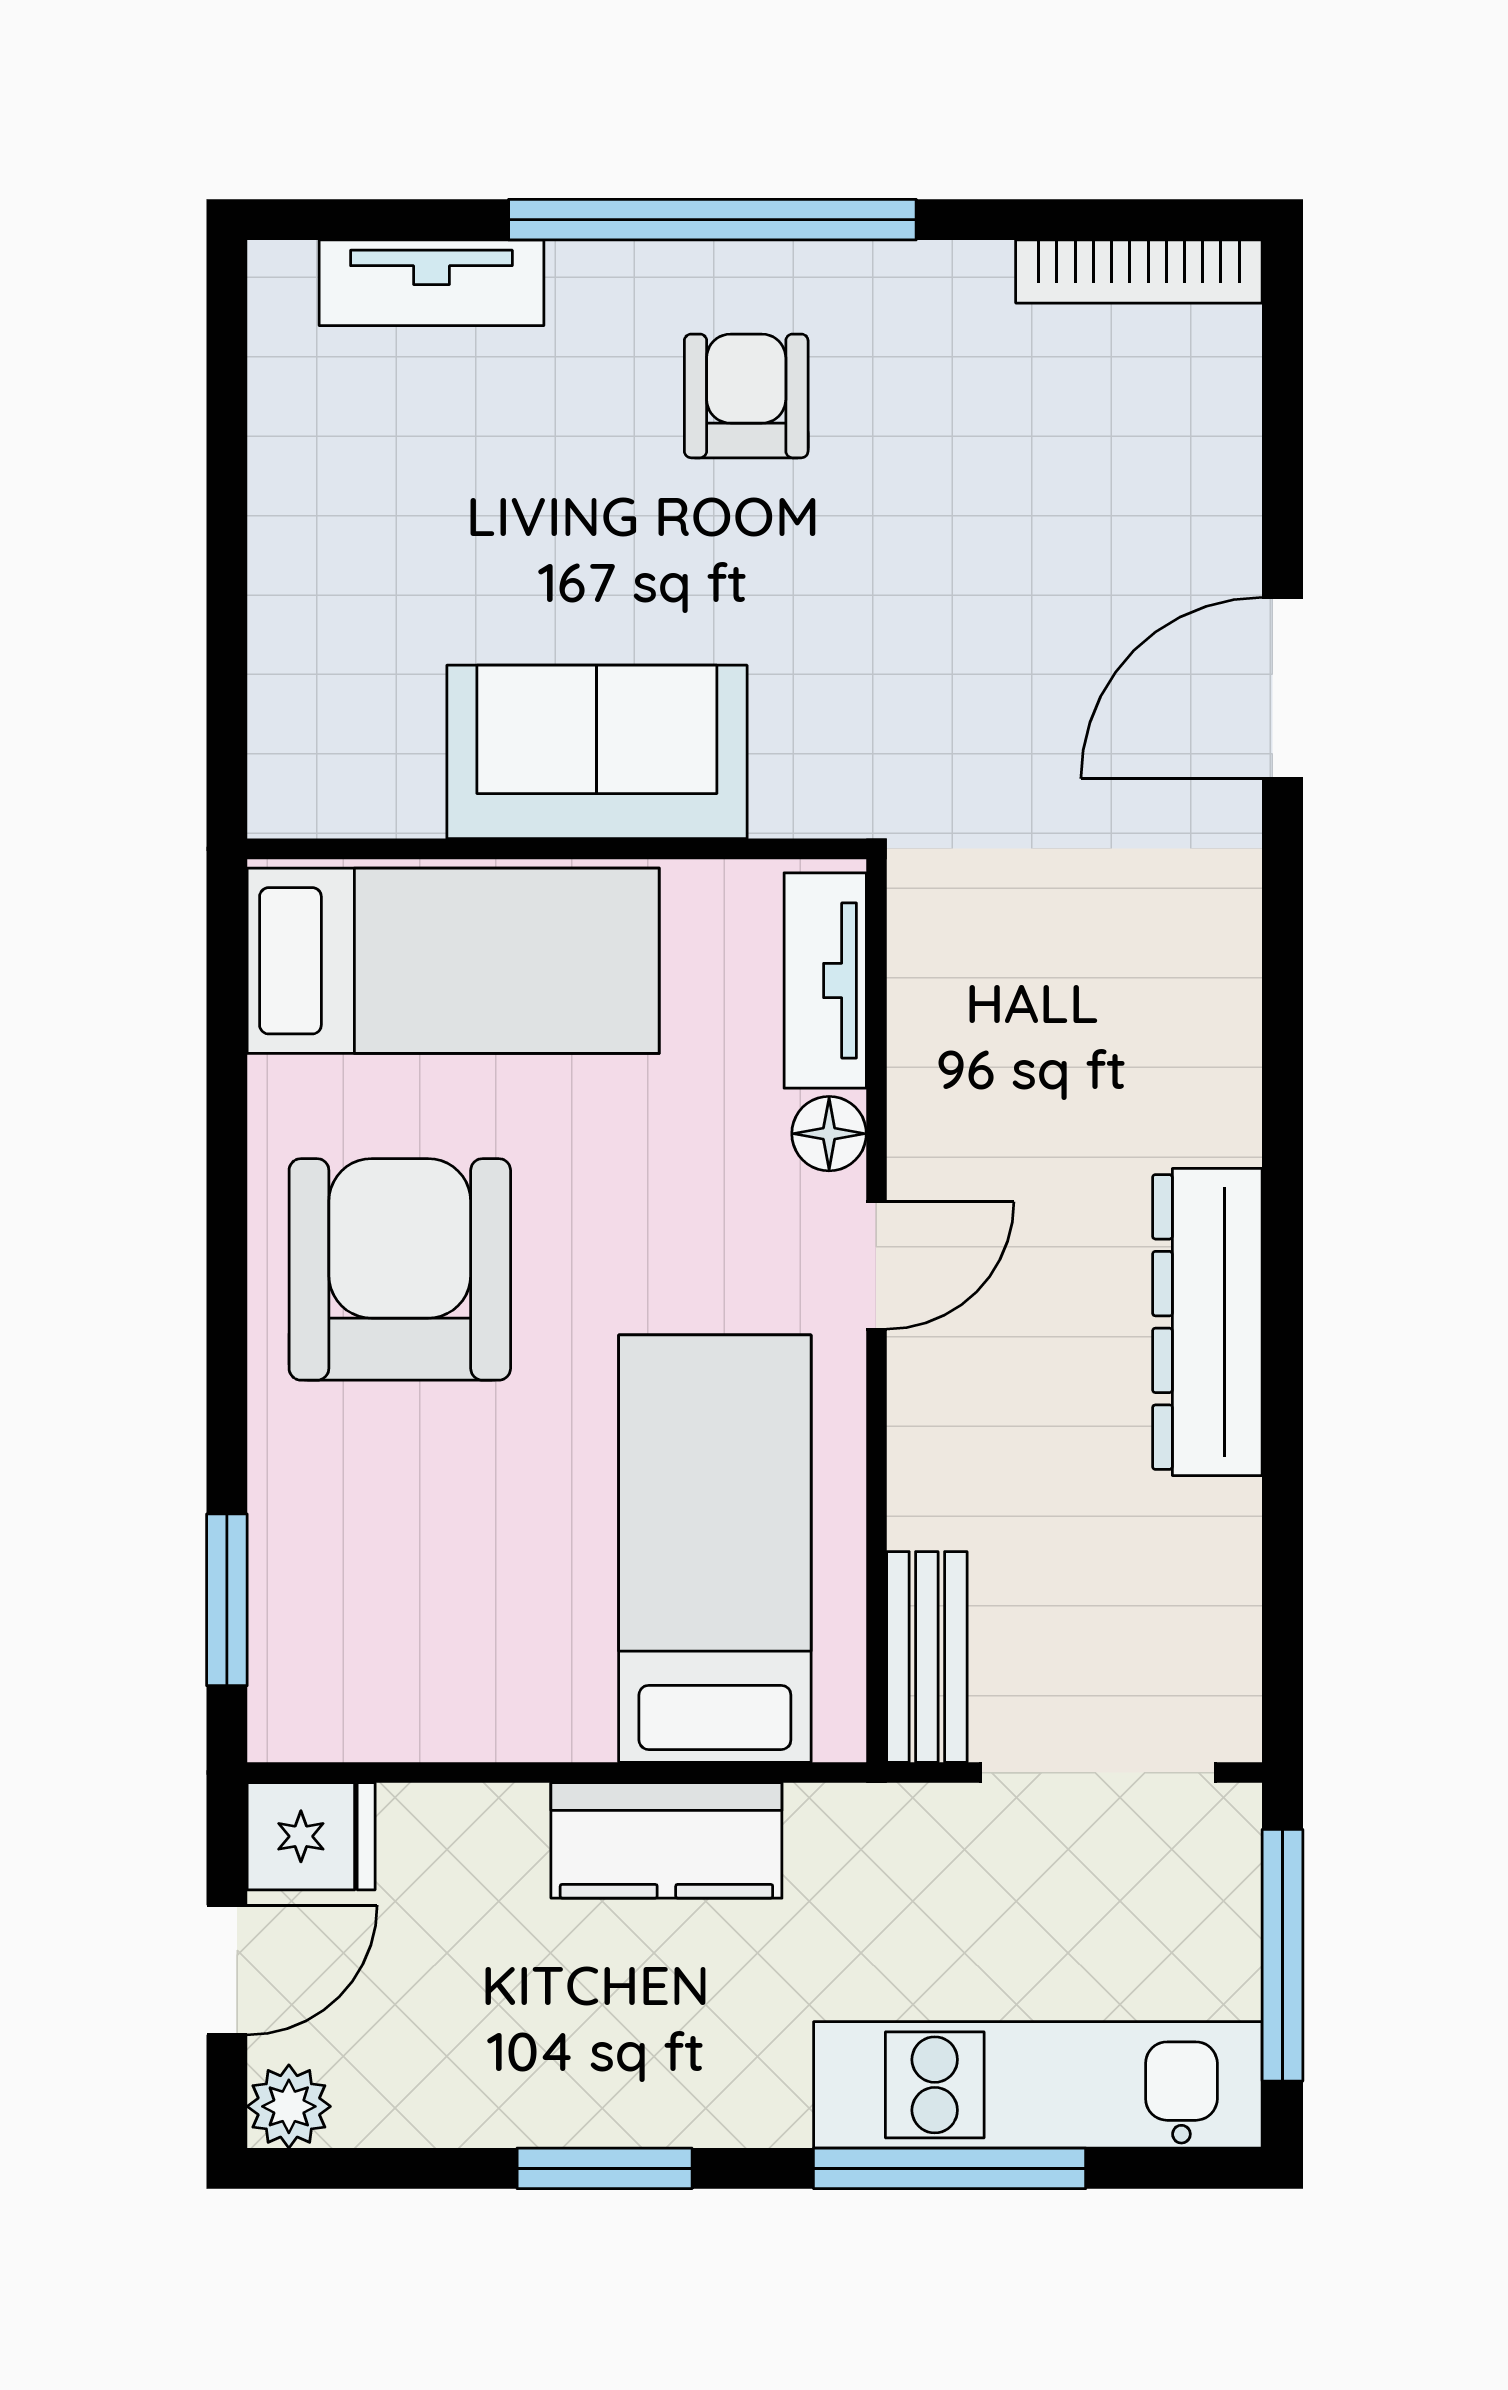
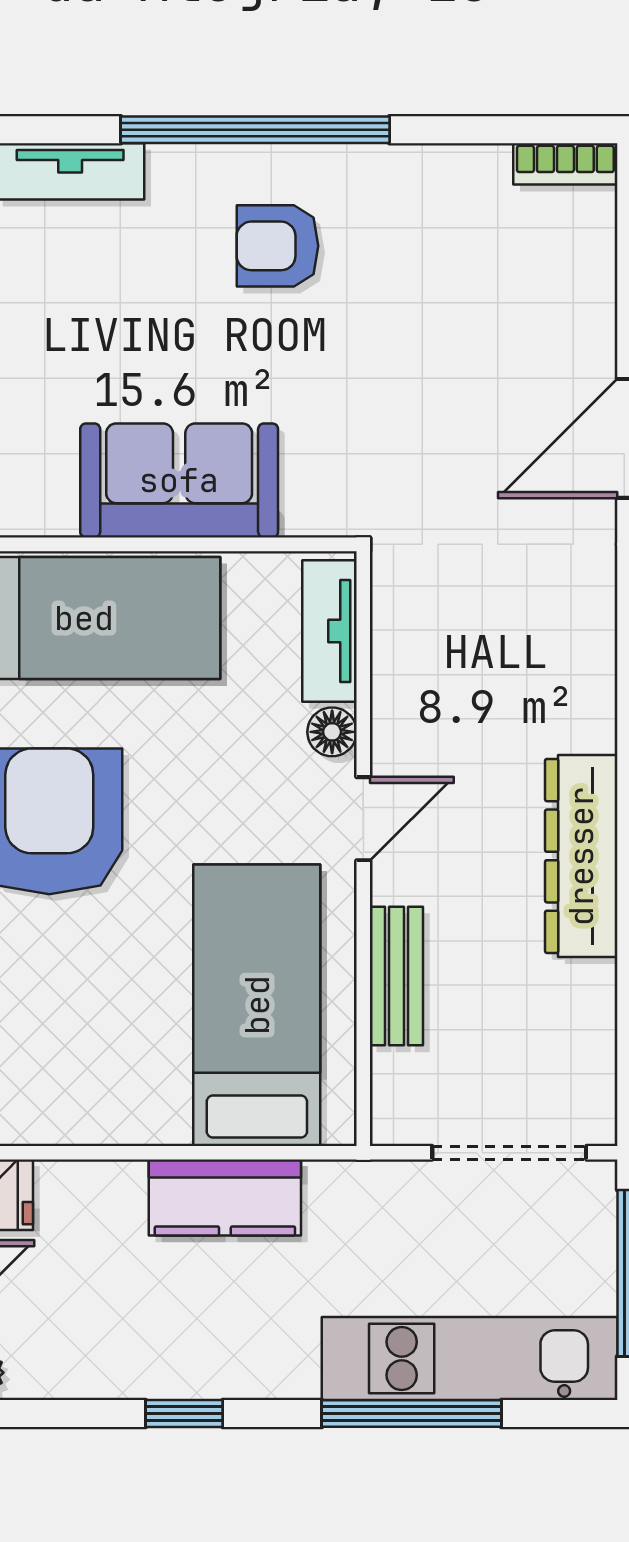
bookcase: (1139, 271) -> (565, 164), width x0.64
armchair: (746, 396) -> (277, 246), turned -90
bench: (927, 1657) -> (396, 976), moved
window: (605, 2168) -> (184, 1414), width x0.67

